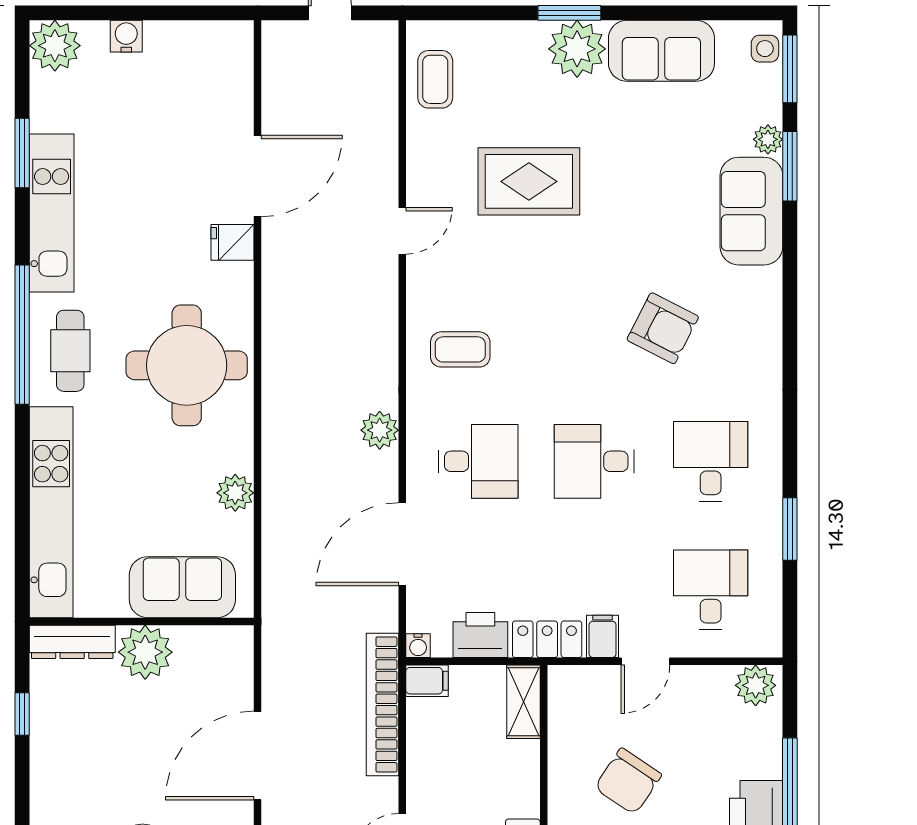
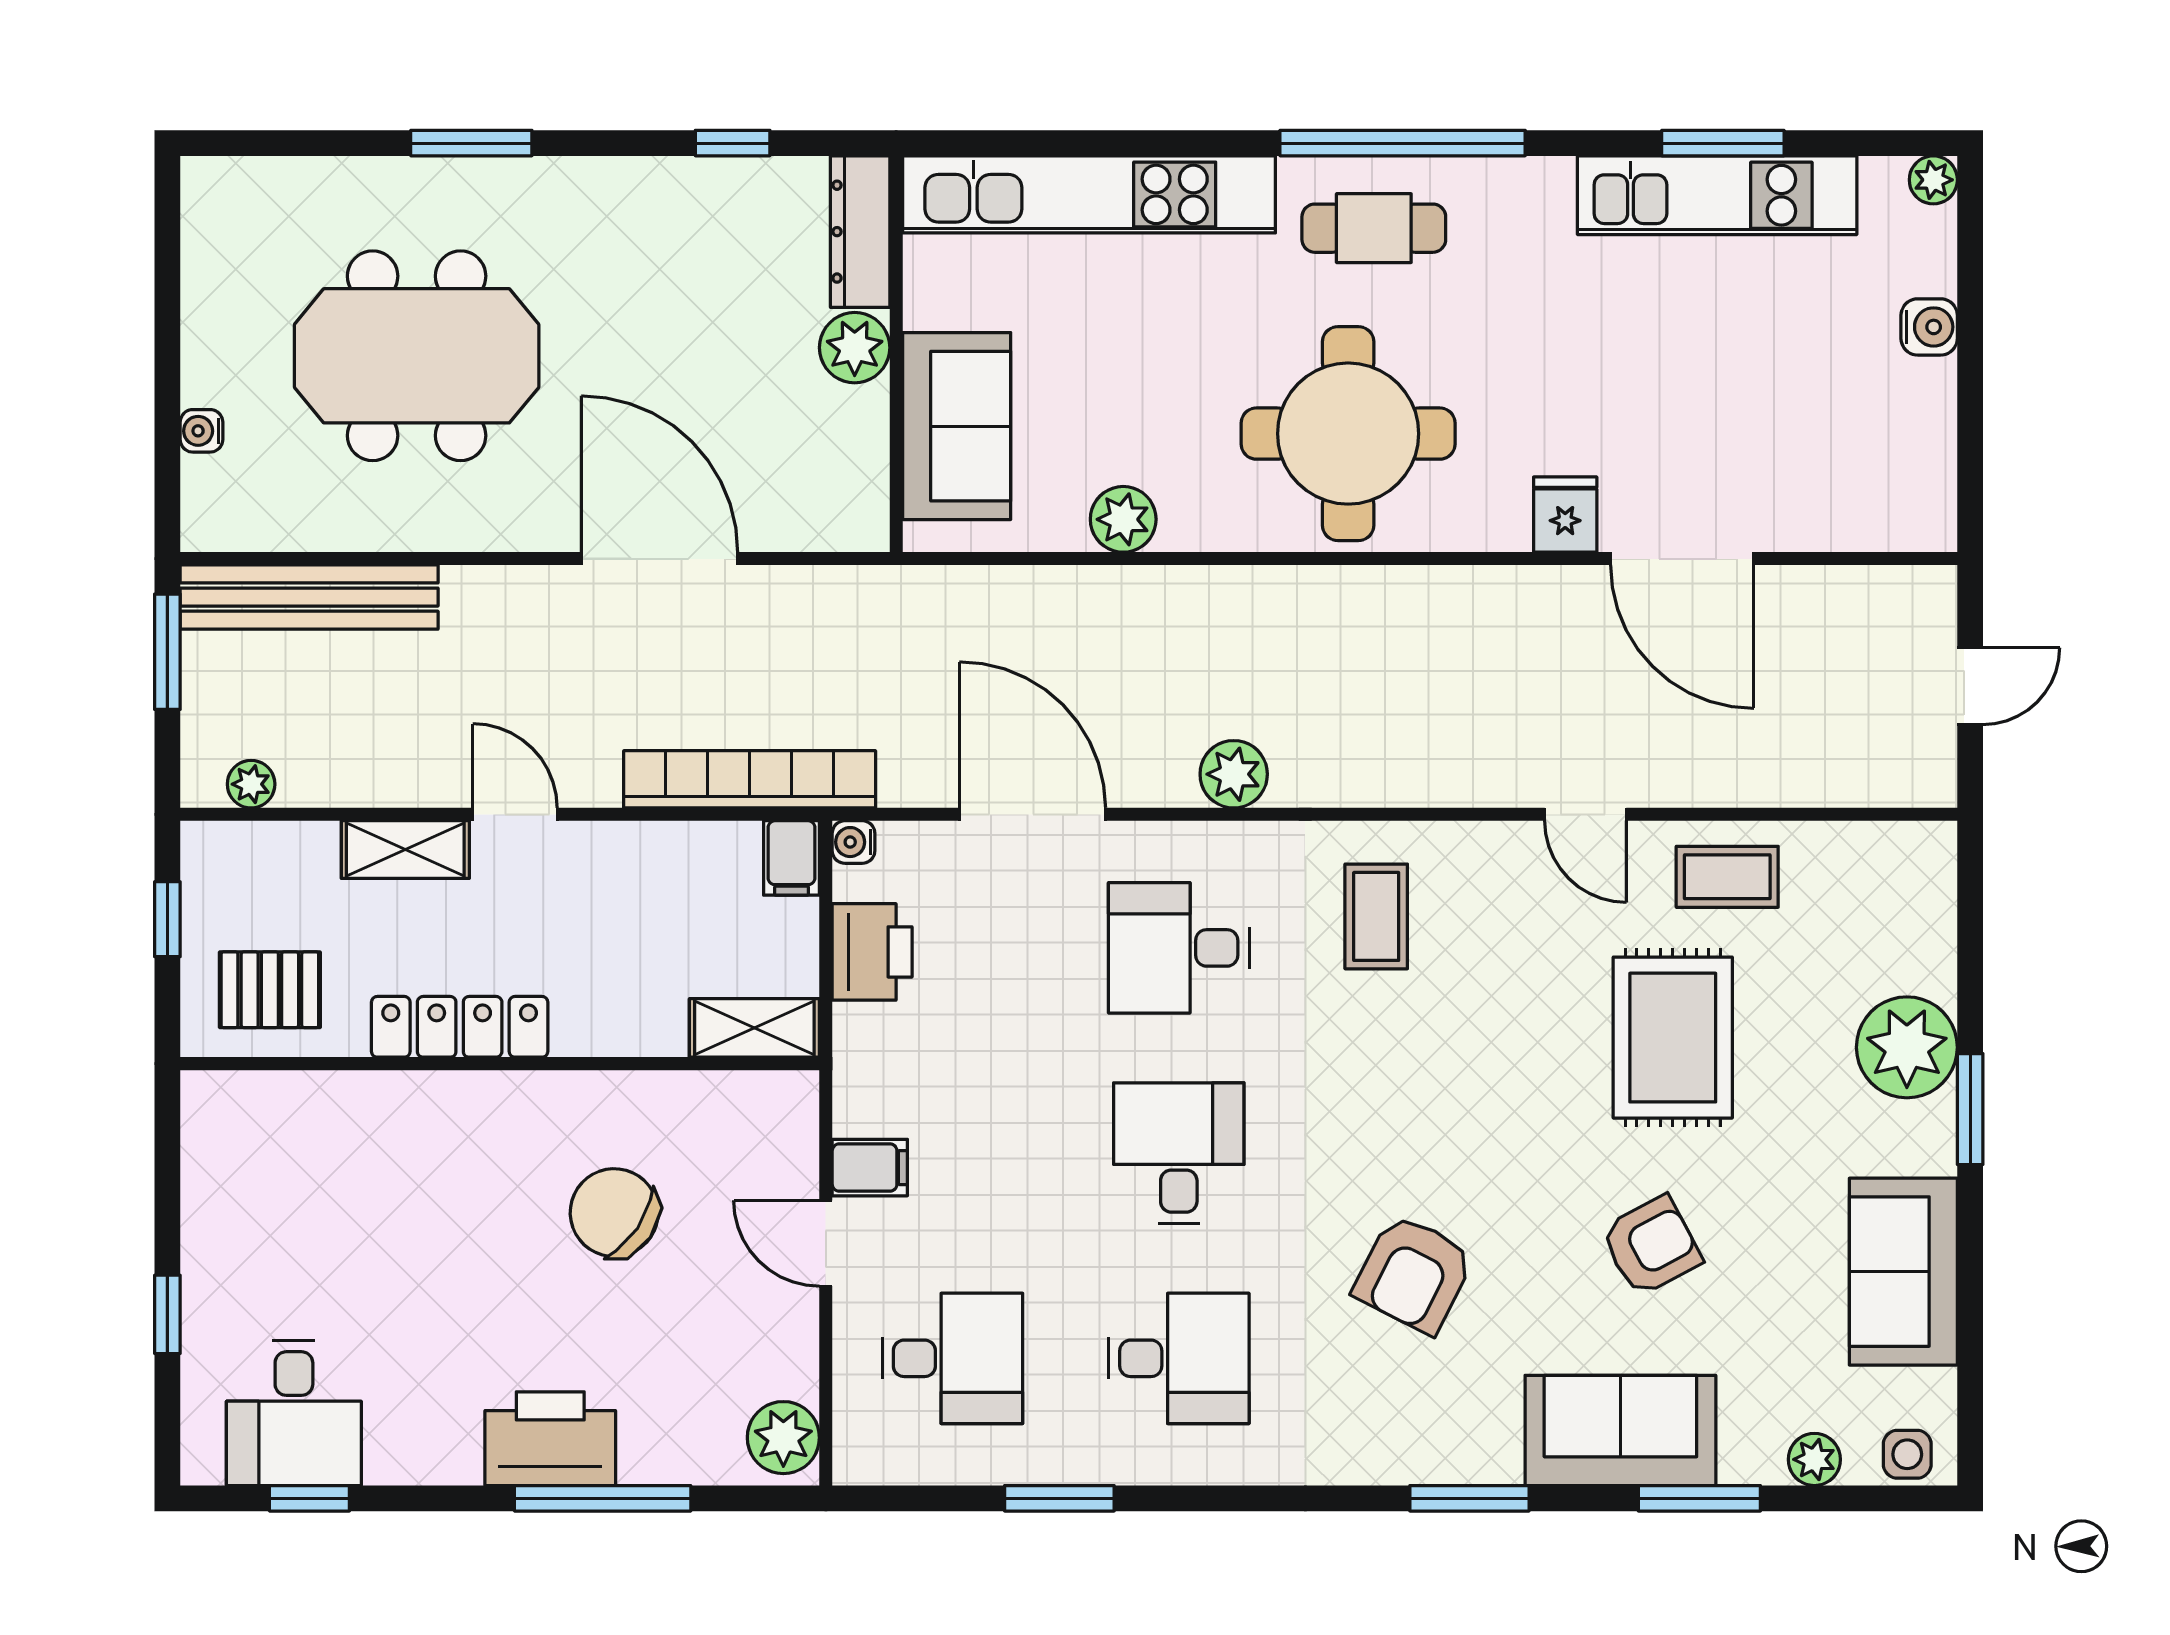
plant: (55, 46) -> (1933, 180), width x0.53, depth x0.53
plant: (577, 49) -> (1907, 1047), moved
window: (790, 69) -> (1469, 1498), moved
coffee table: (435, 79) -> (1727, 877), moved
plant: (768, 139) -> (1814, 1459), moved
armchair: (647, 194) -> (1651, 1246), added
kitchen unit: (52, 213) -> (1717, 195), moved
desk: (478, 461) -> (1179, 948), turned 90
locker: (547, 639) -> (865, 1070), removed
plant: (145, 652) -> (855, 348), width x0.73, depth x0.73

